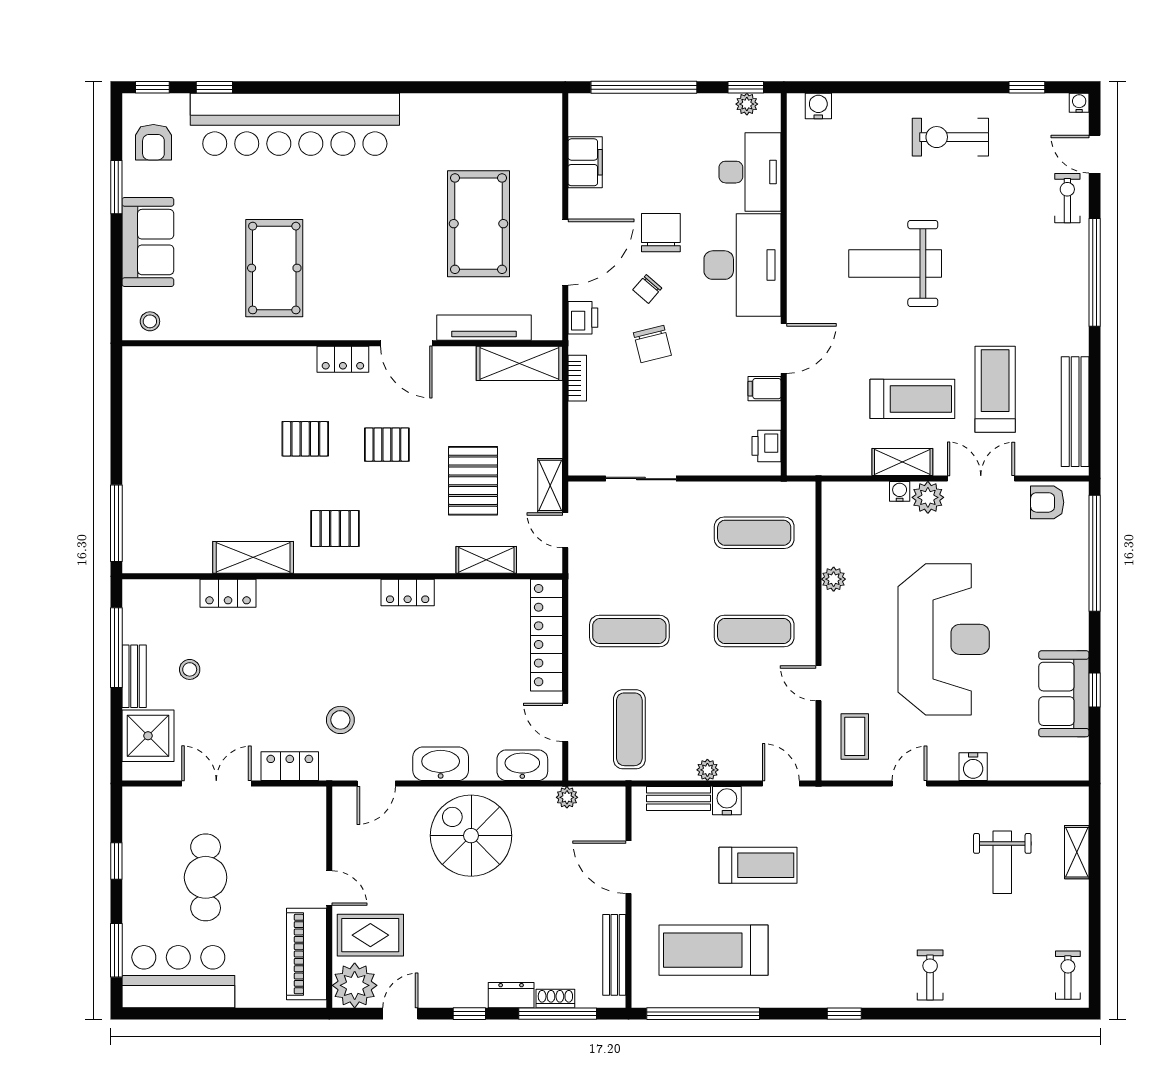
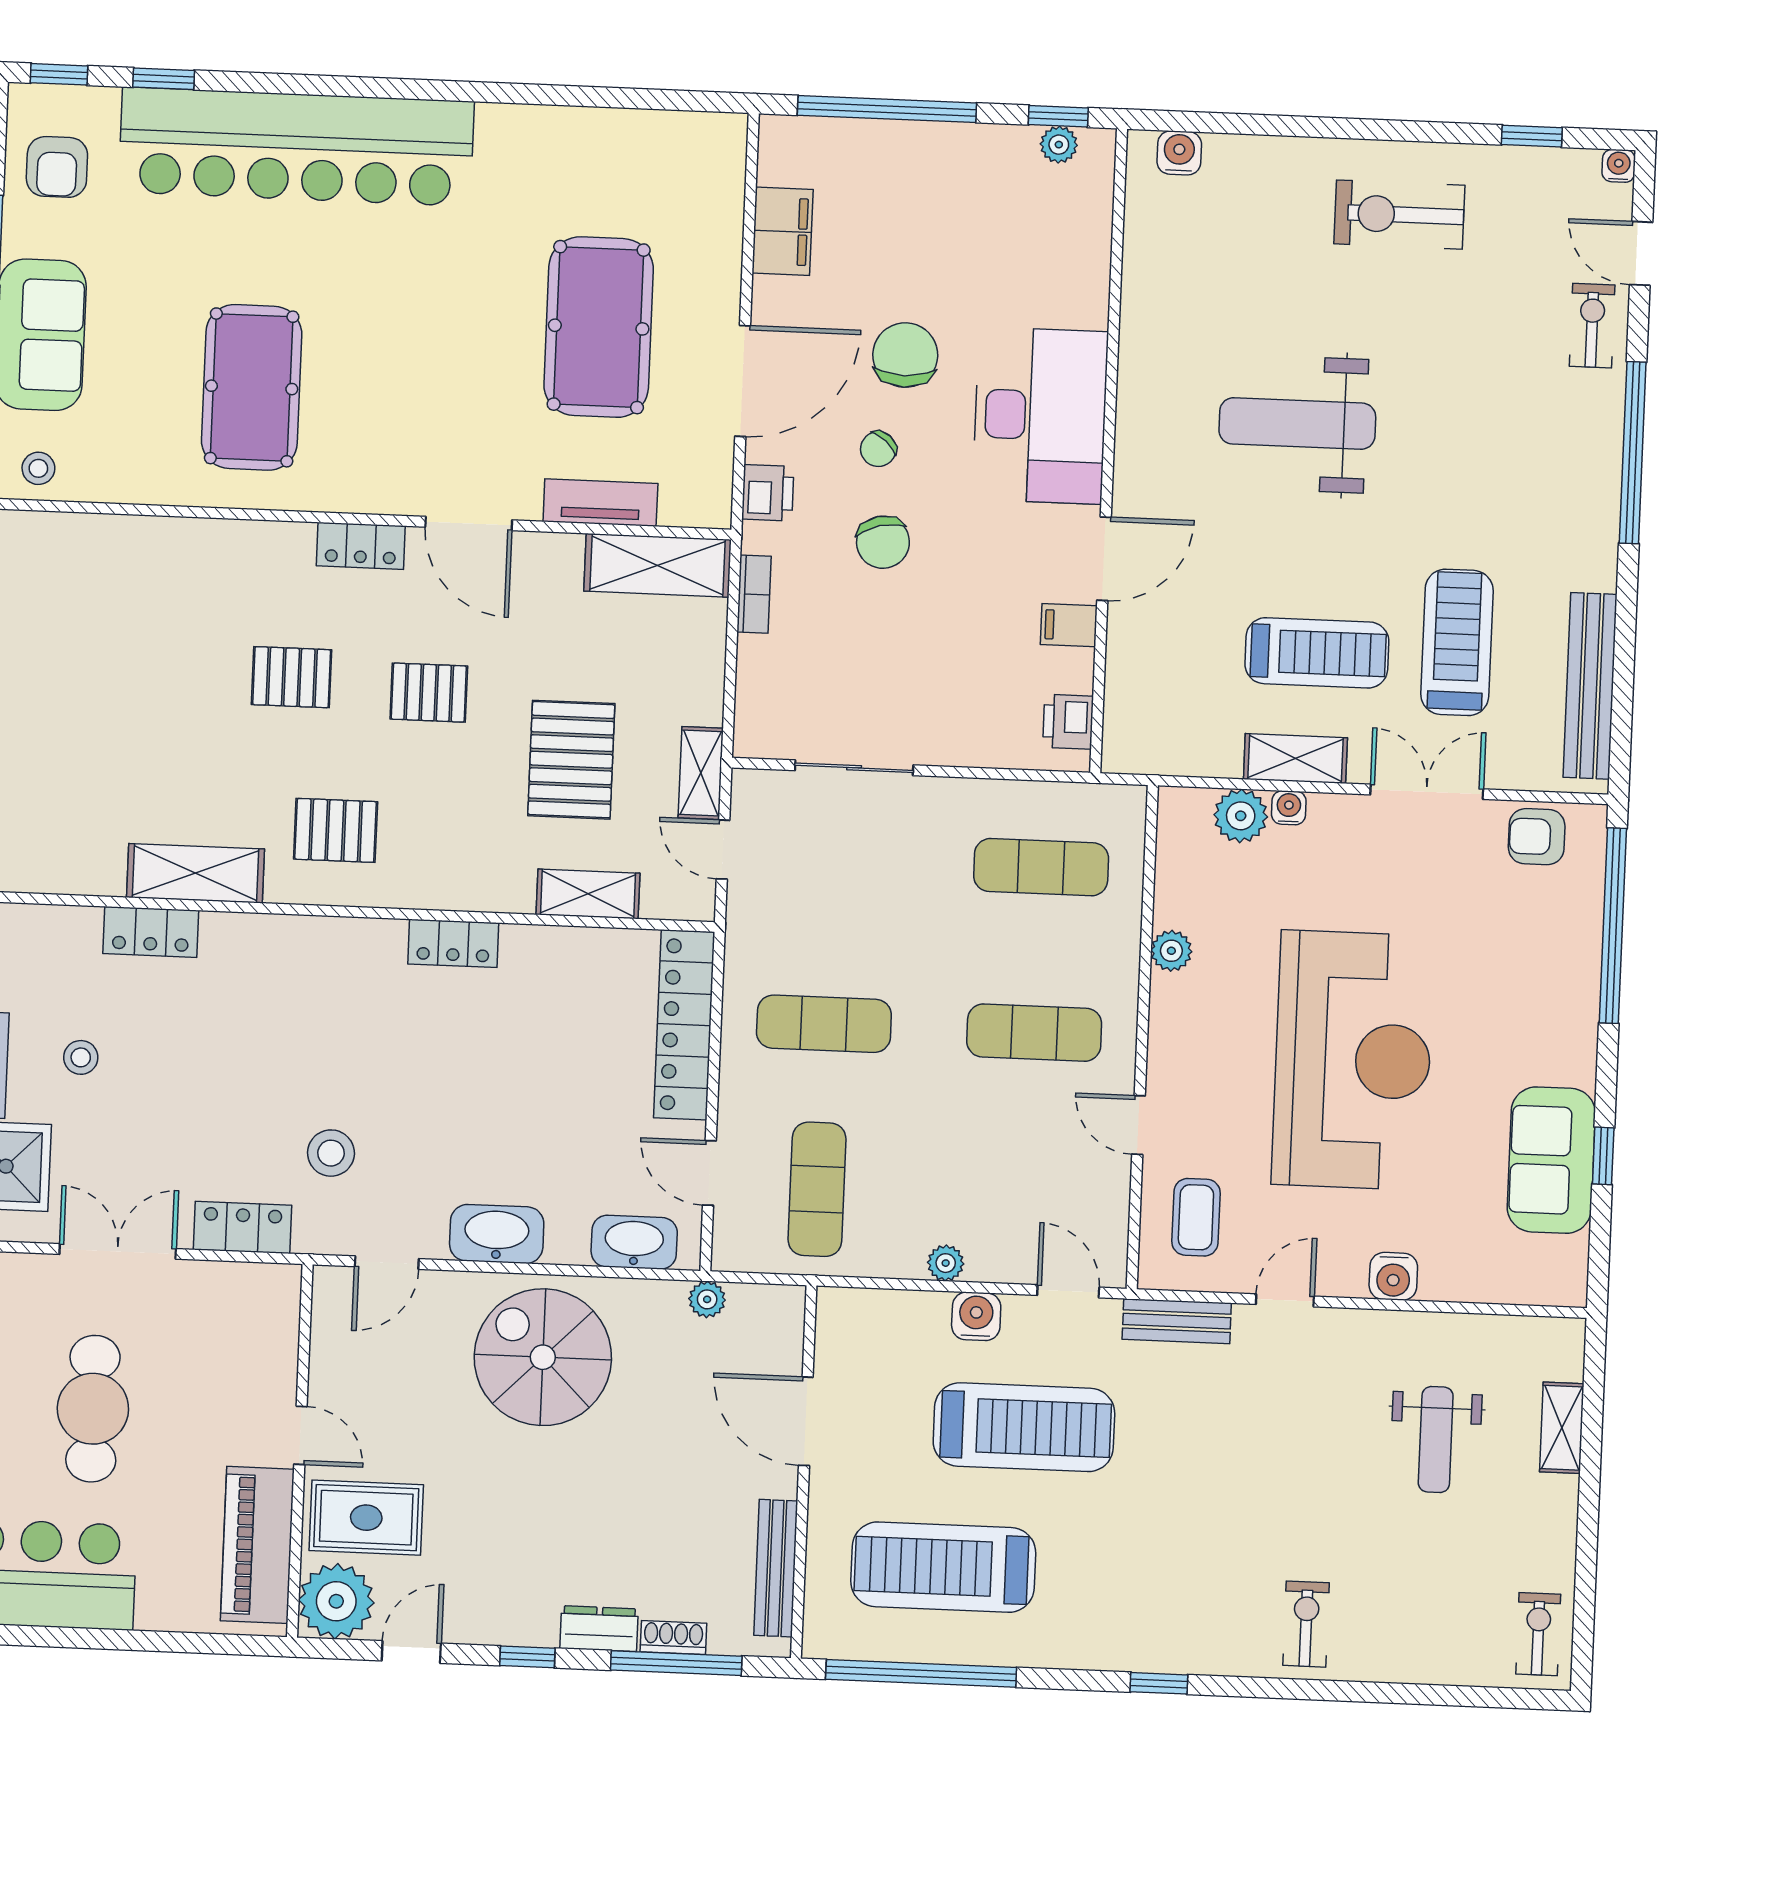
desk: (750, 172) -> (1060, 259), removed
tv unit: (484, 328) -> (600, 503), width x0.71
plant: (928, 497) -> (1241, 816), moved
bench: (678, 799) -> (1177, 1321), moved
treadmill: (758, 865) -> (1024, 1427), width x1.37, depth x1.38

